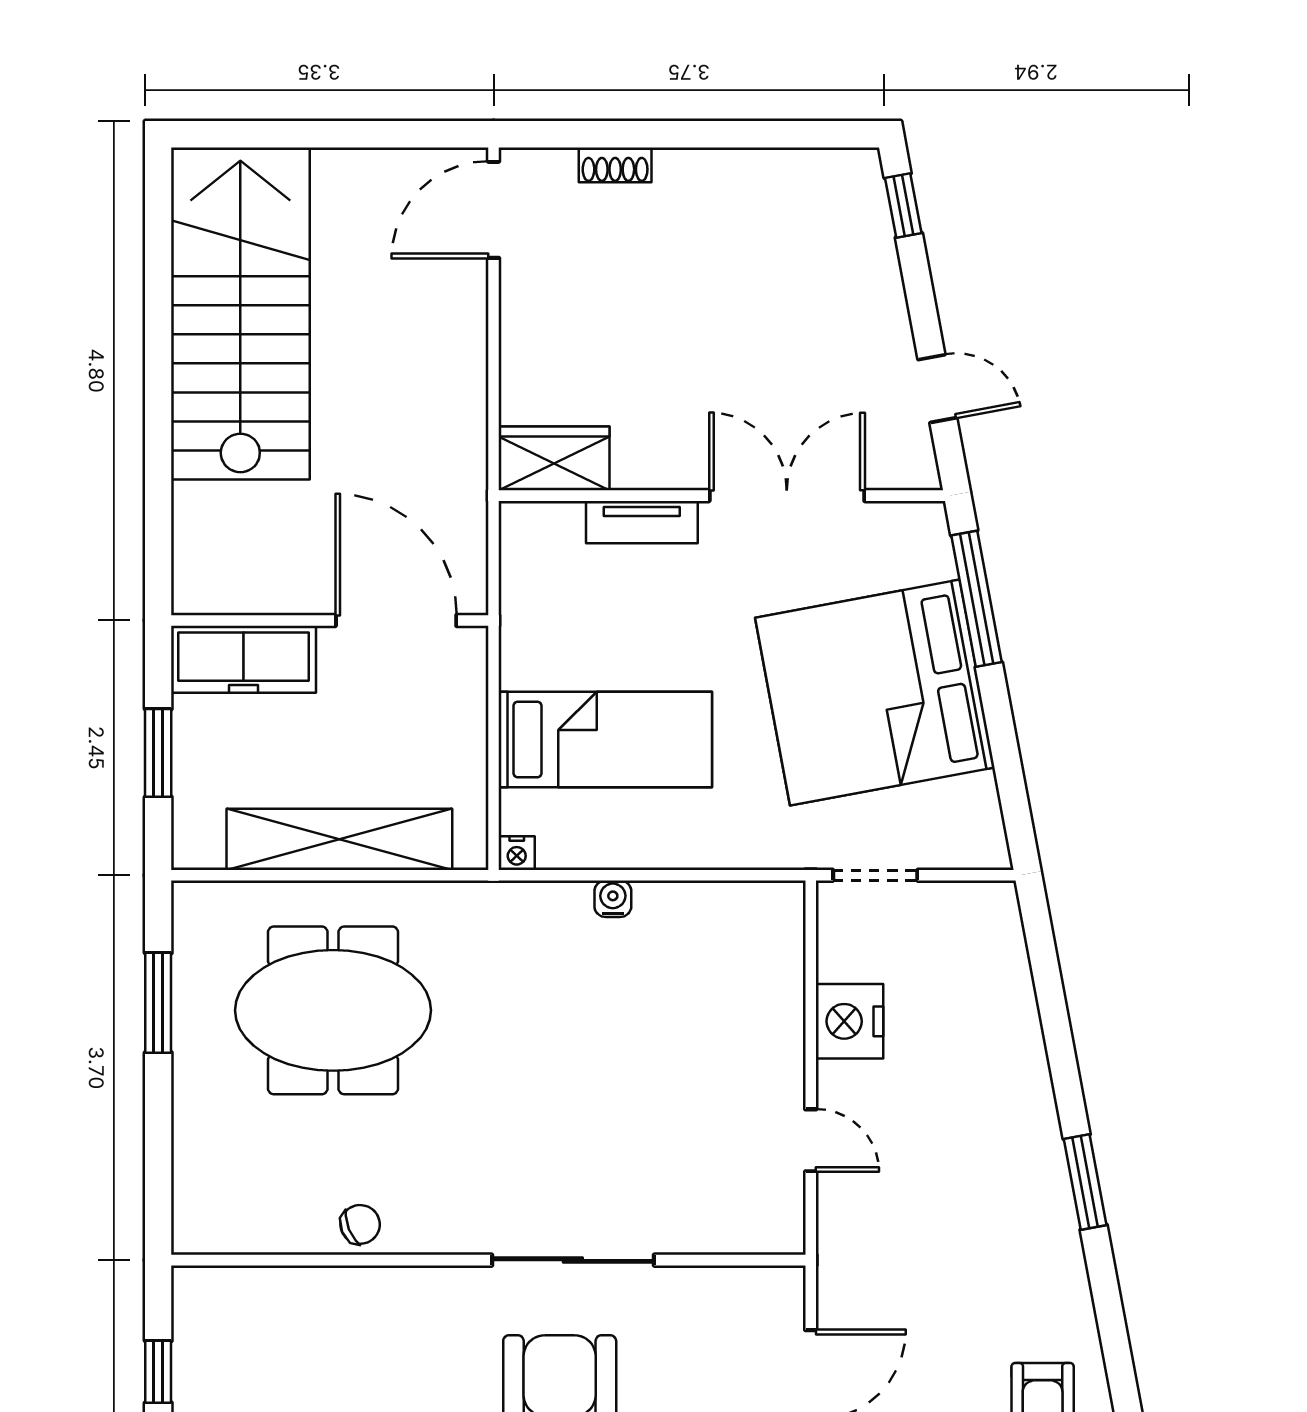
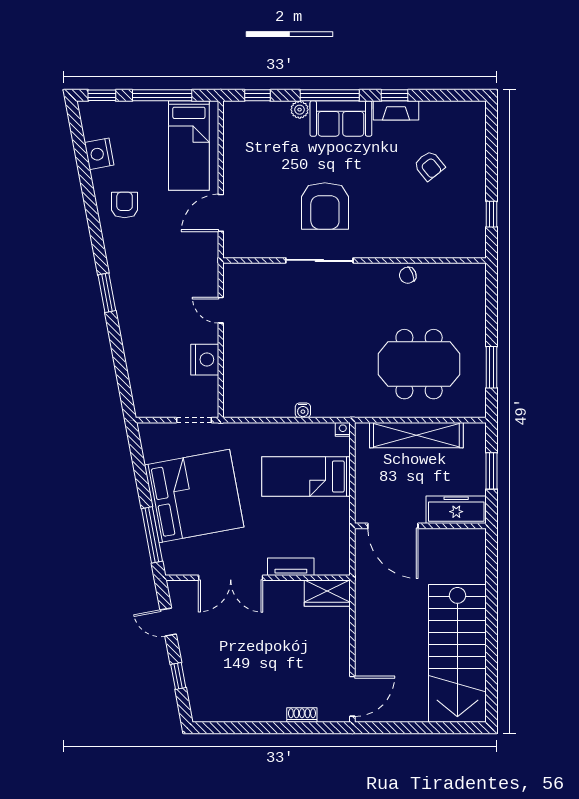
window: (903, 205) -> (178, 676), moved

